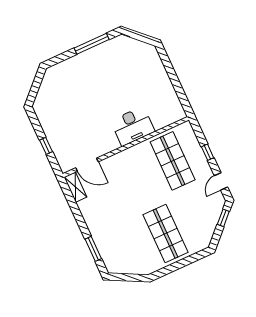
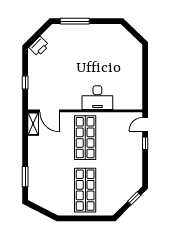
window: (92, 44) -> (75, 21), moved
printer: (43, 99) -> (39, 46), added
shop shelf: (173, 161) -> (85, 138), moved
door: (221, 181) -> (145, 124), moved

